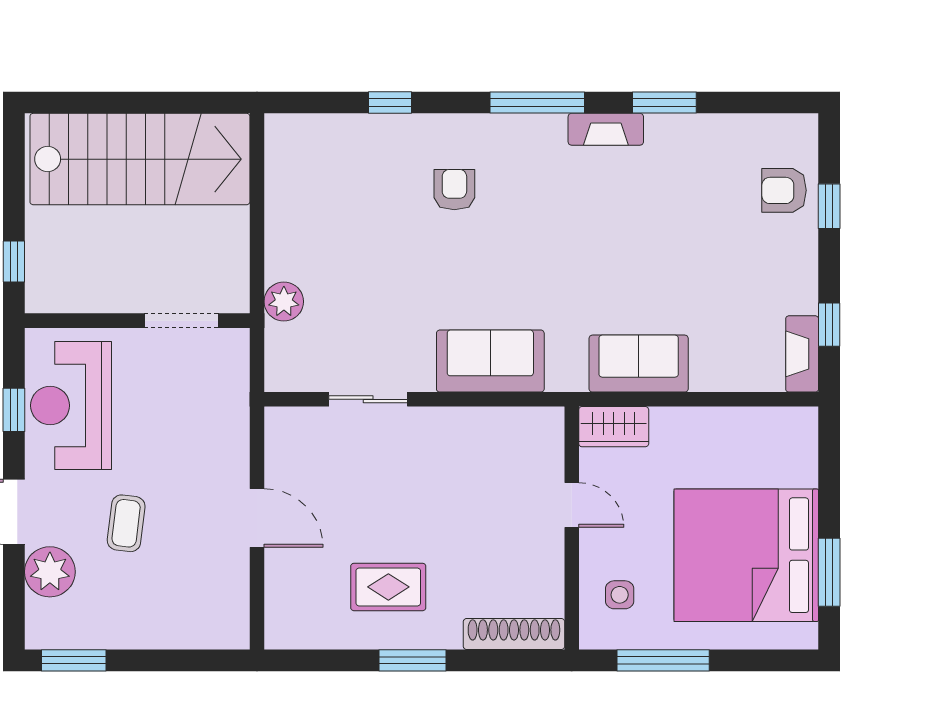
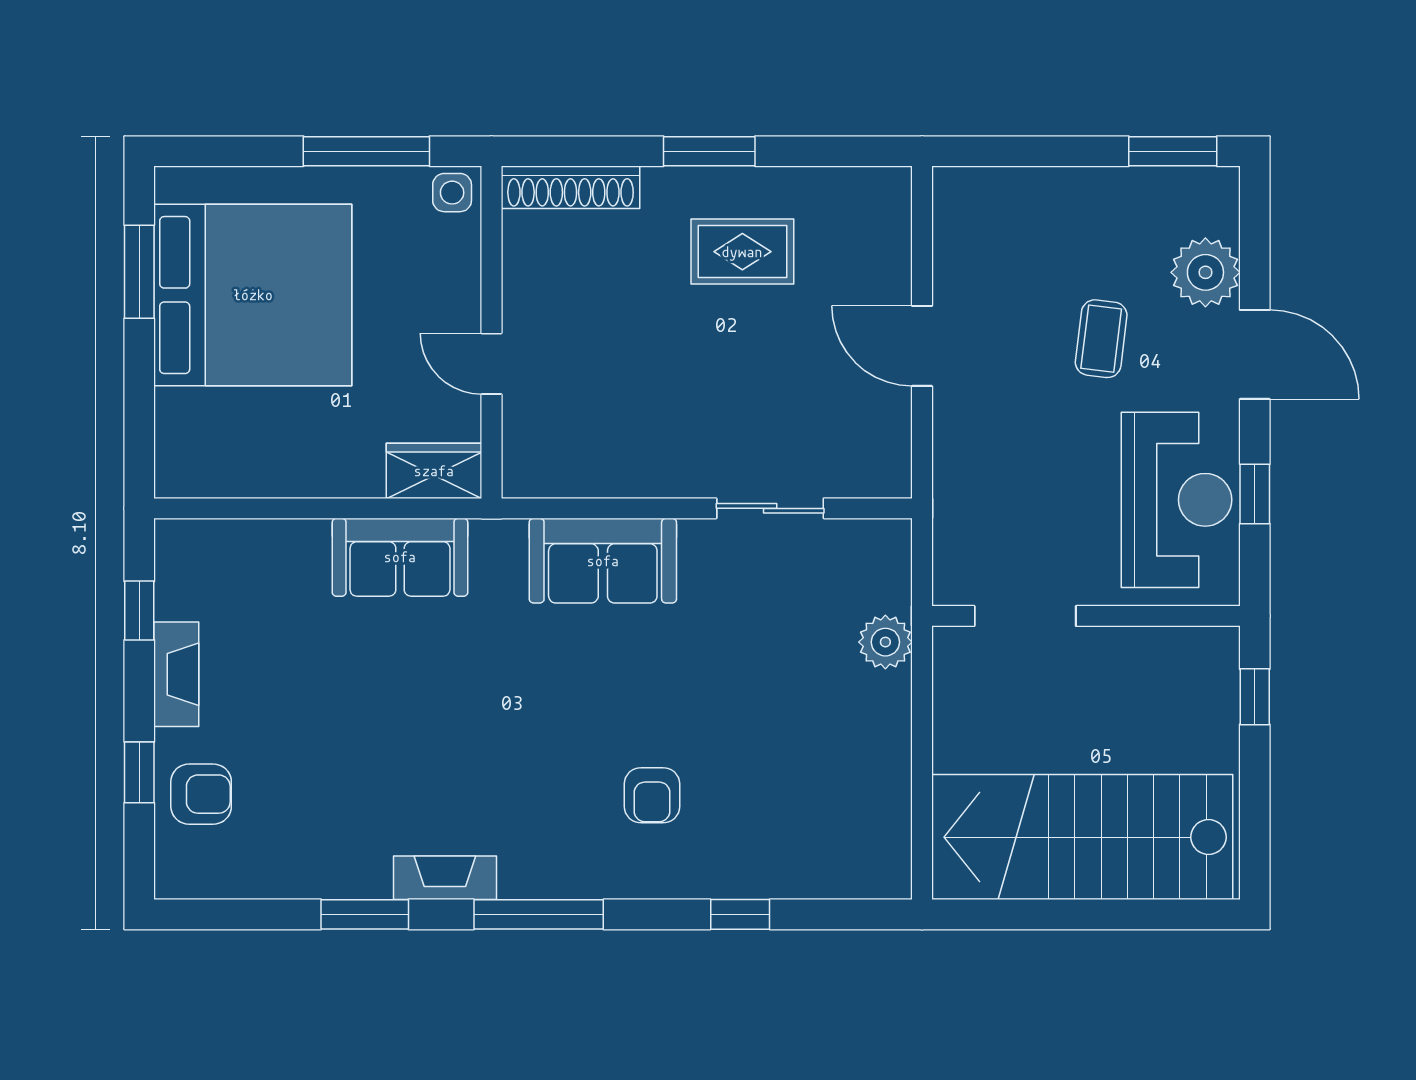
fireplace: (802, 354) -> (176, 674), moved
side table: (620, 595) -> (452, 193), moved

